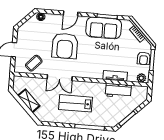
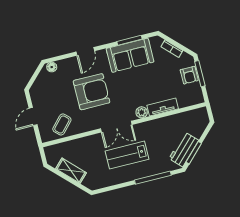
armchair: (65, 46) -> (92, 92), turned -90
double door: (60, 78) -> (116, 127), moved
plant: (141, 78) -> (142, 112), moved
workbench: (118, 91) -> (184, 149), moved, turned 135

